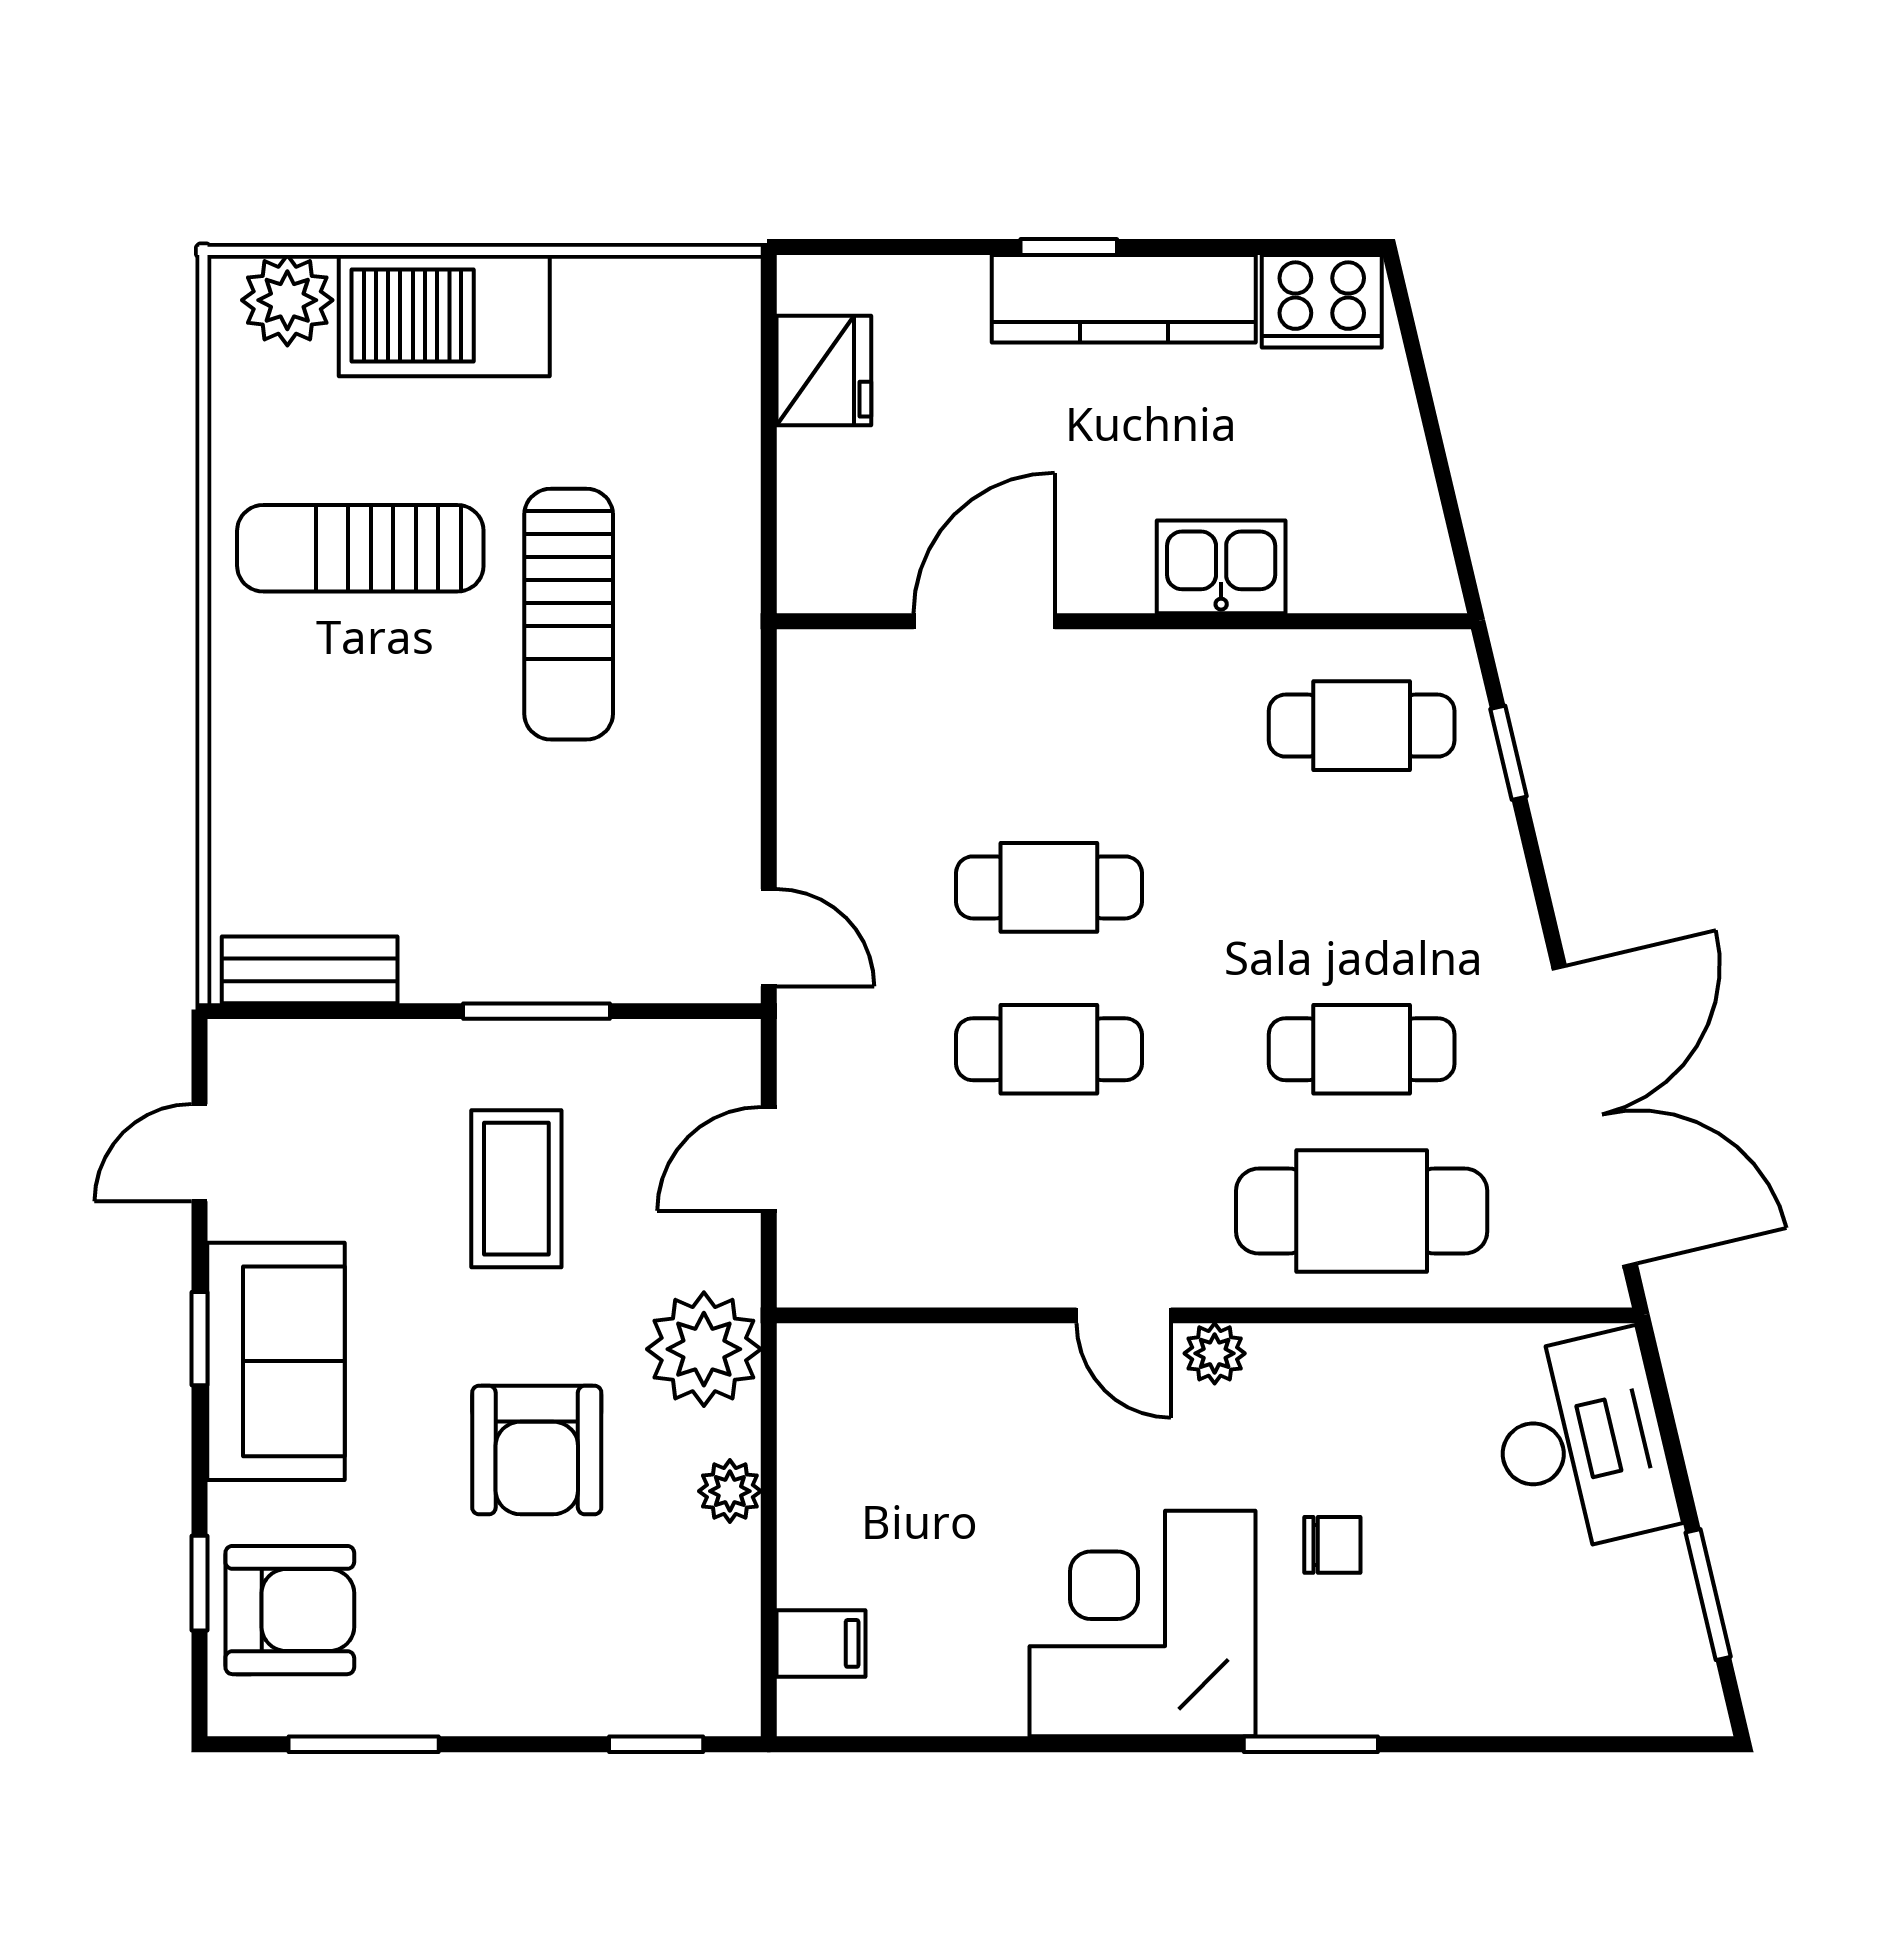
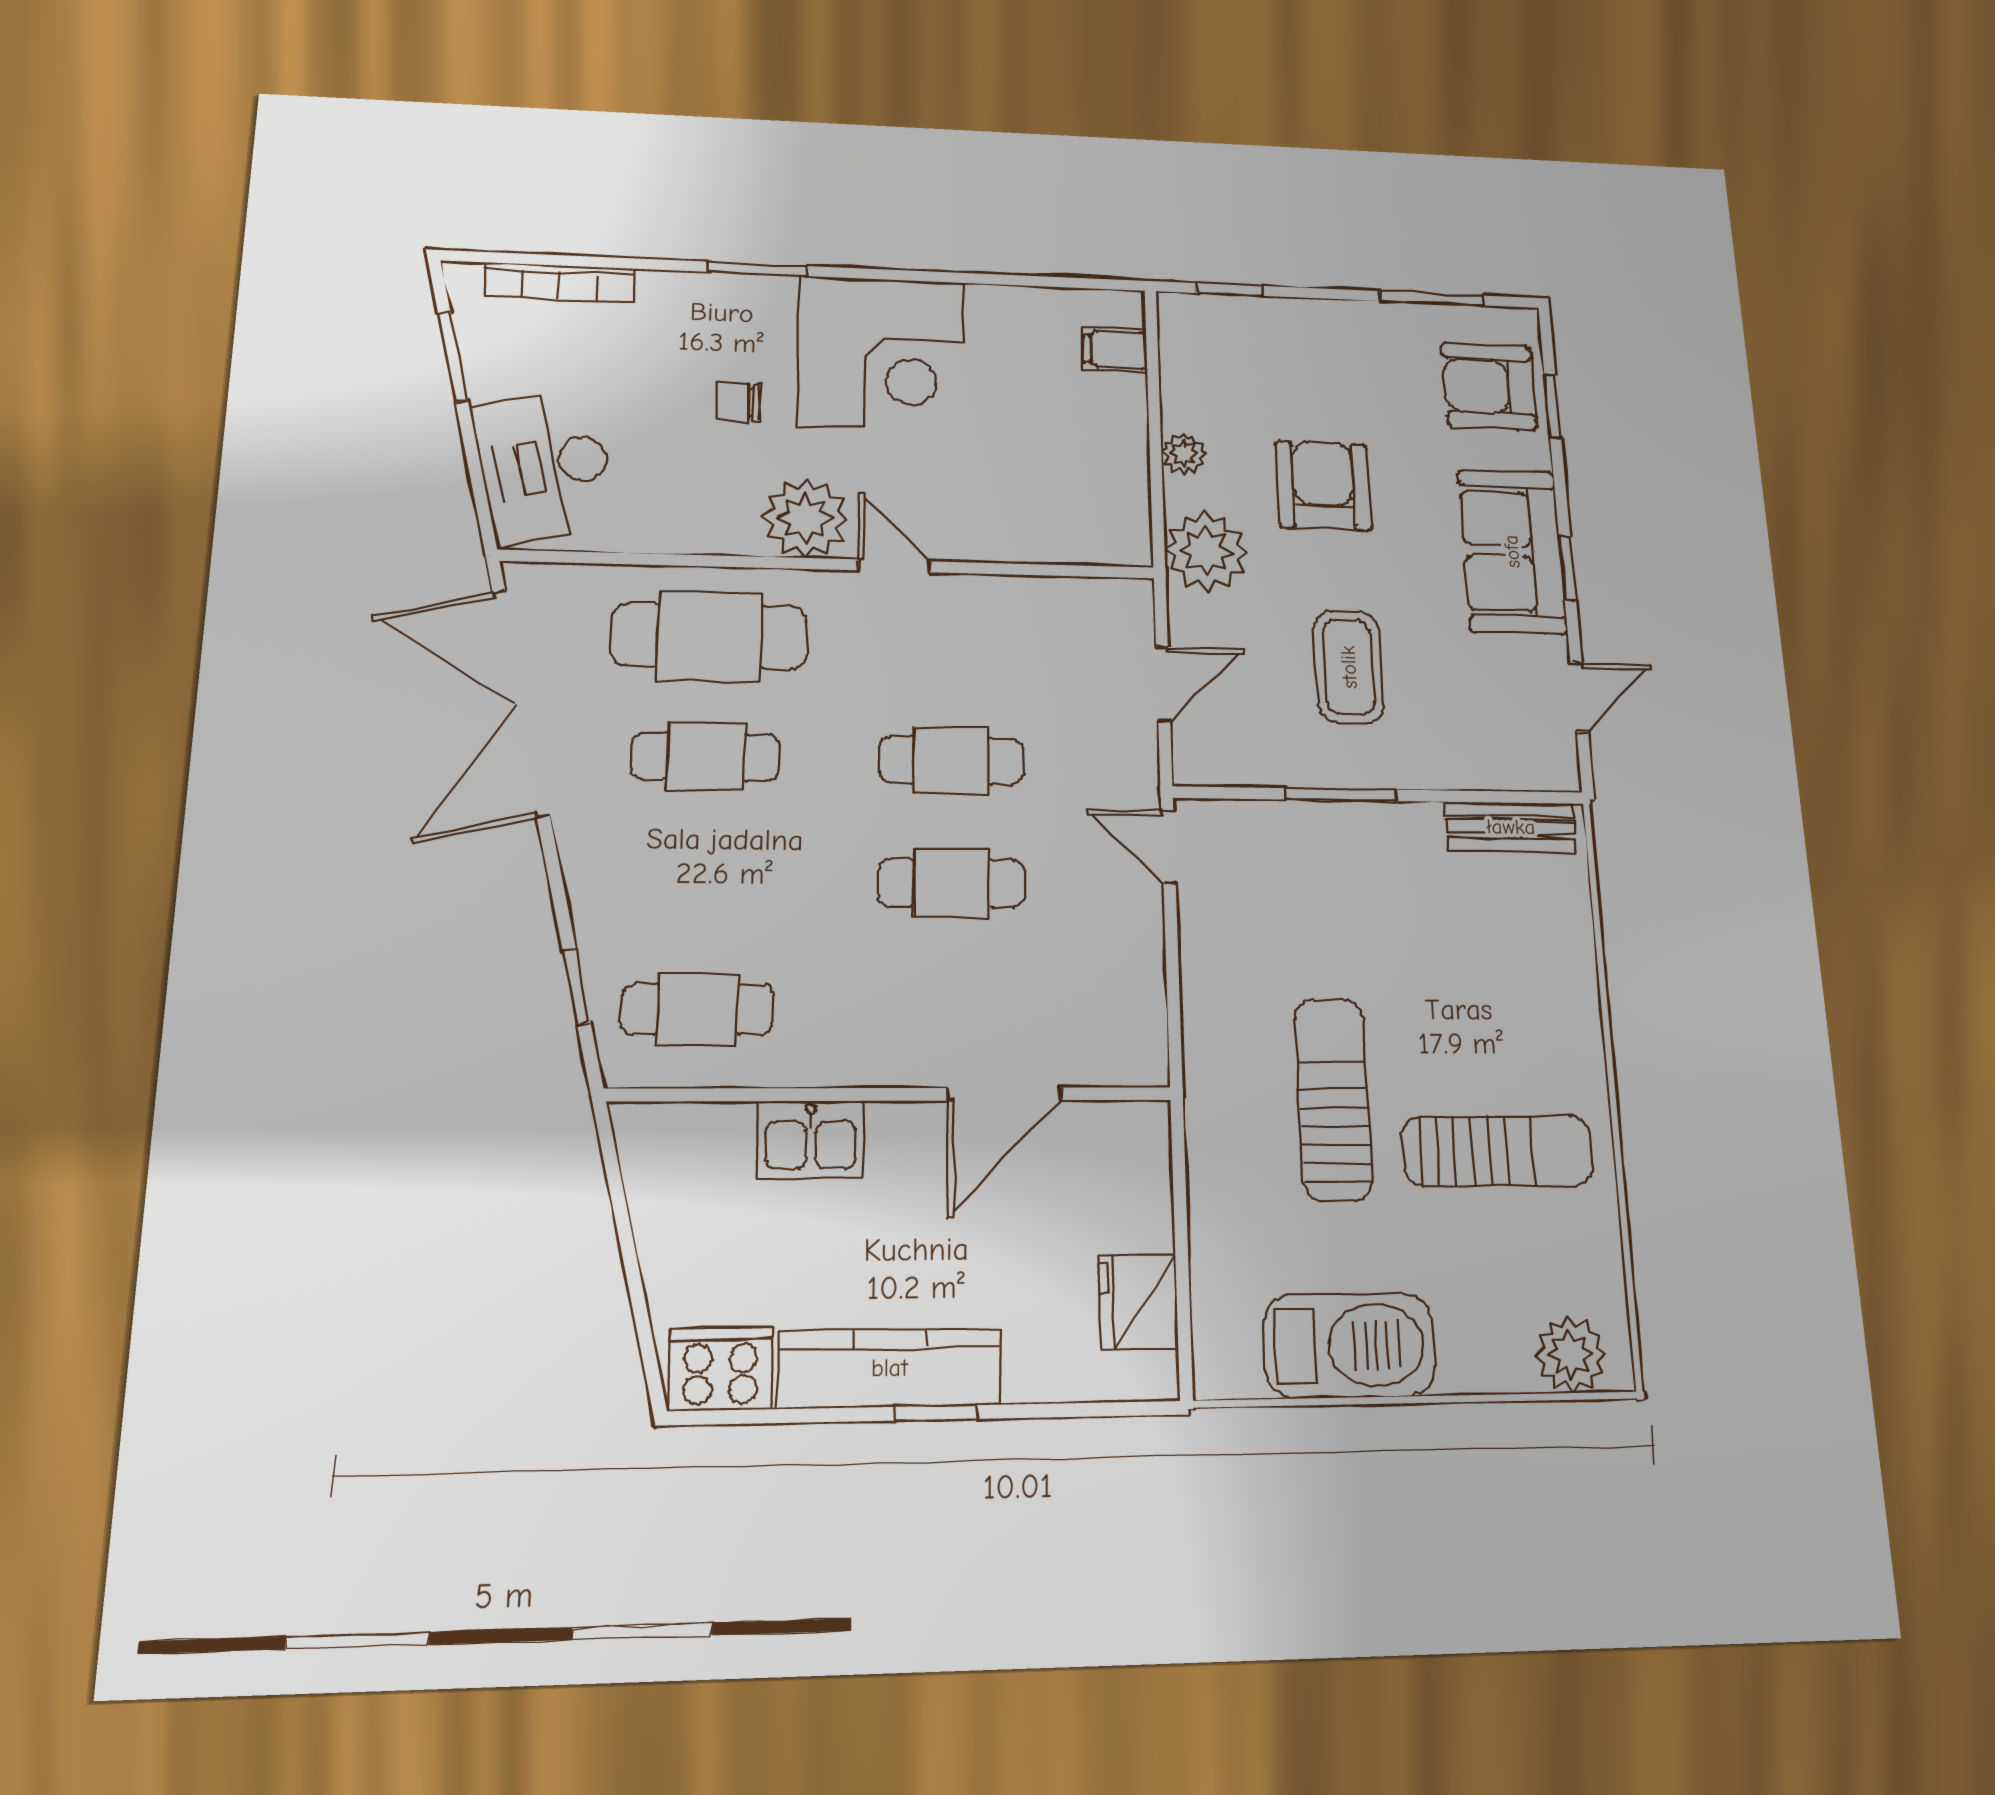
barbecue: (444, 316) -> (1349, 1345), moved
plant: (1215, 1353) -> (805, 518), width x1.87, depth x1.87
bookcase: (1576, 1711) -> (559, 282), added

